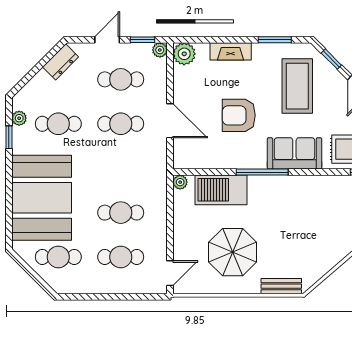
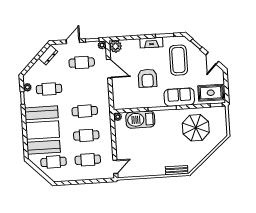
fireplace: (231, 51) -> (151, 43), moved
armchair: (239, 115) -> (147, 78), turned -90
door: (170, 121) -> (109, 69), moved
cafe table: (121, 124) -> (85, 111), moved
parasol: (233, 252) -> (196, 128), moved

